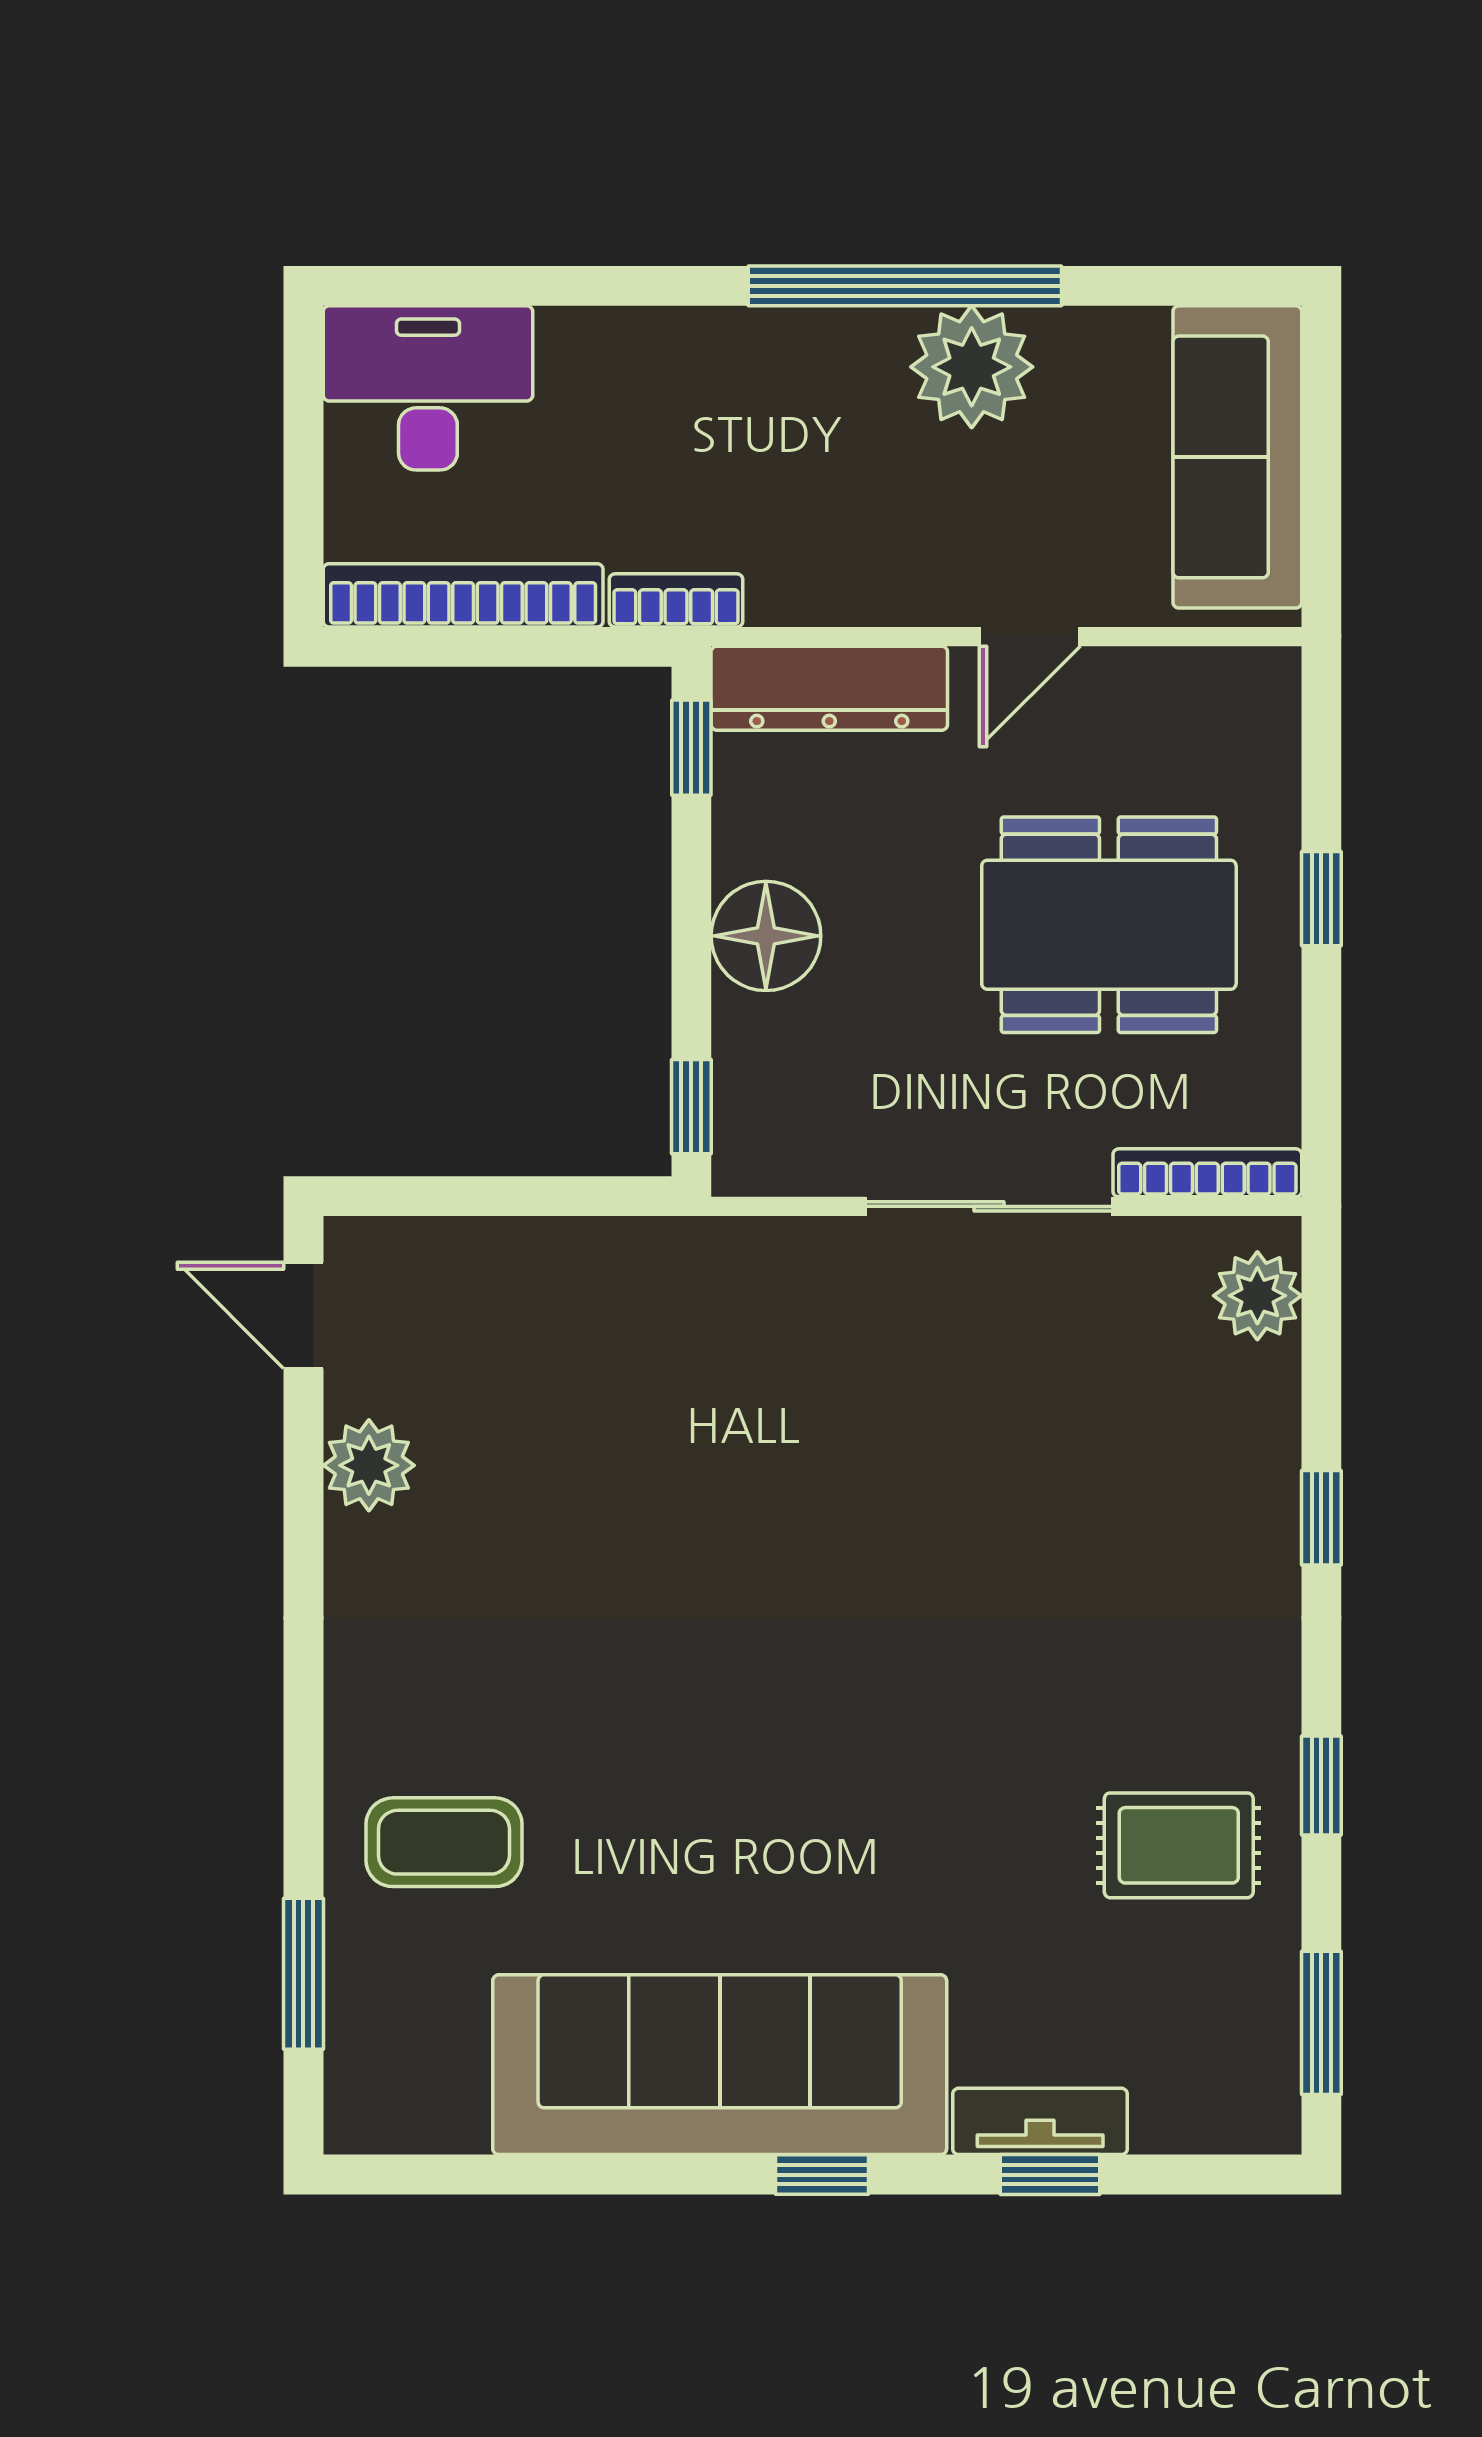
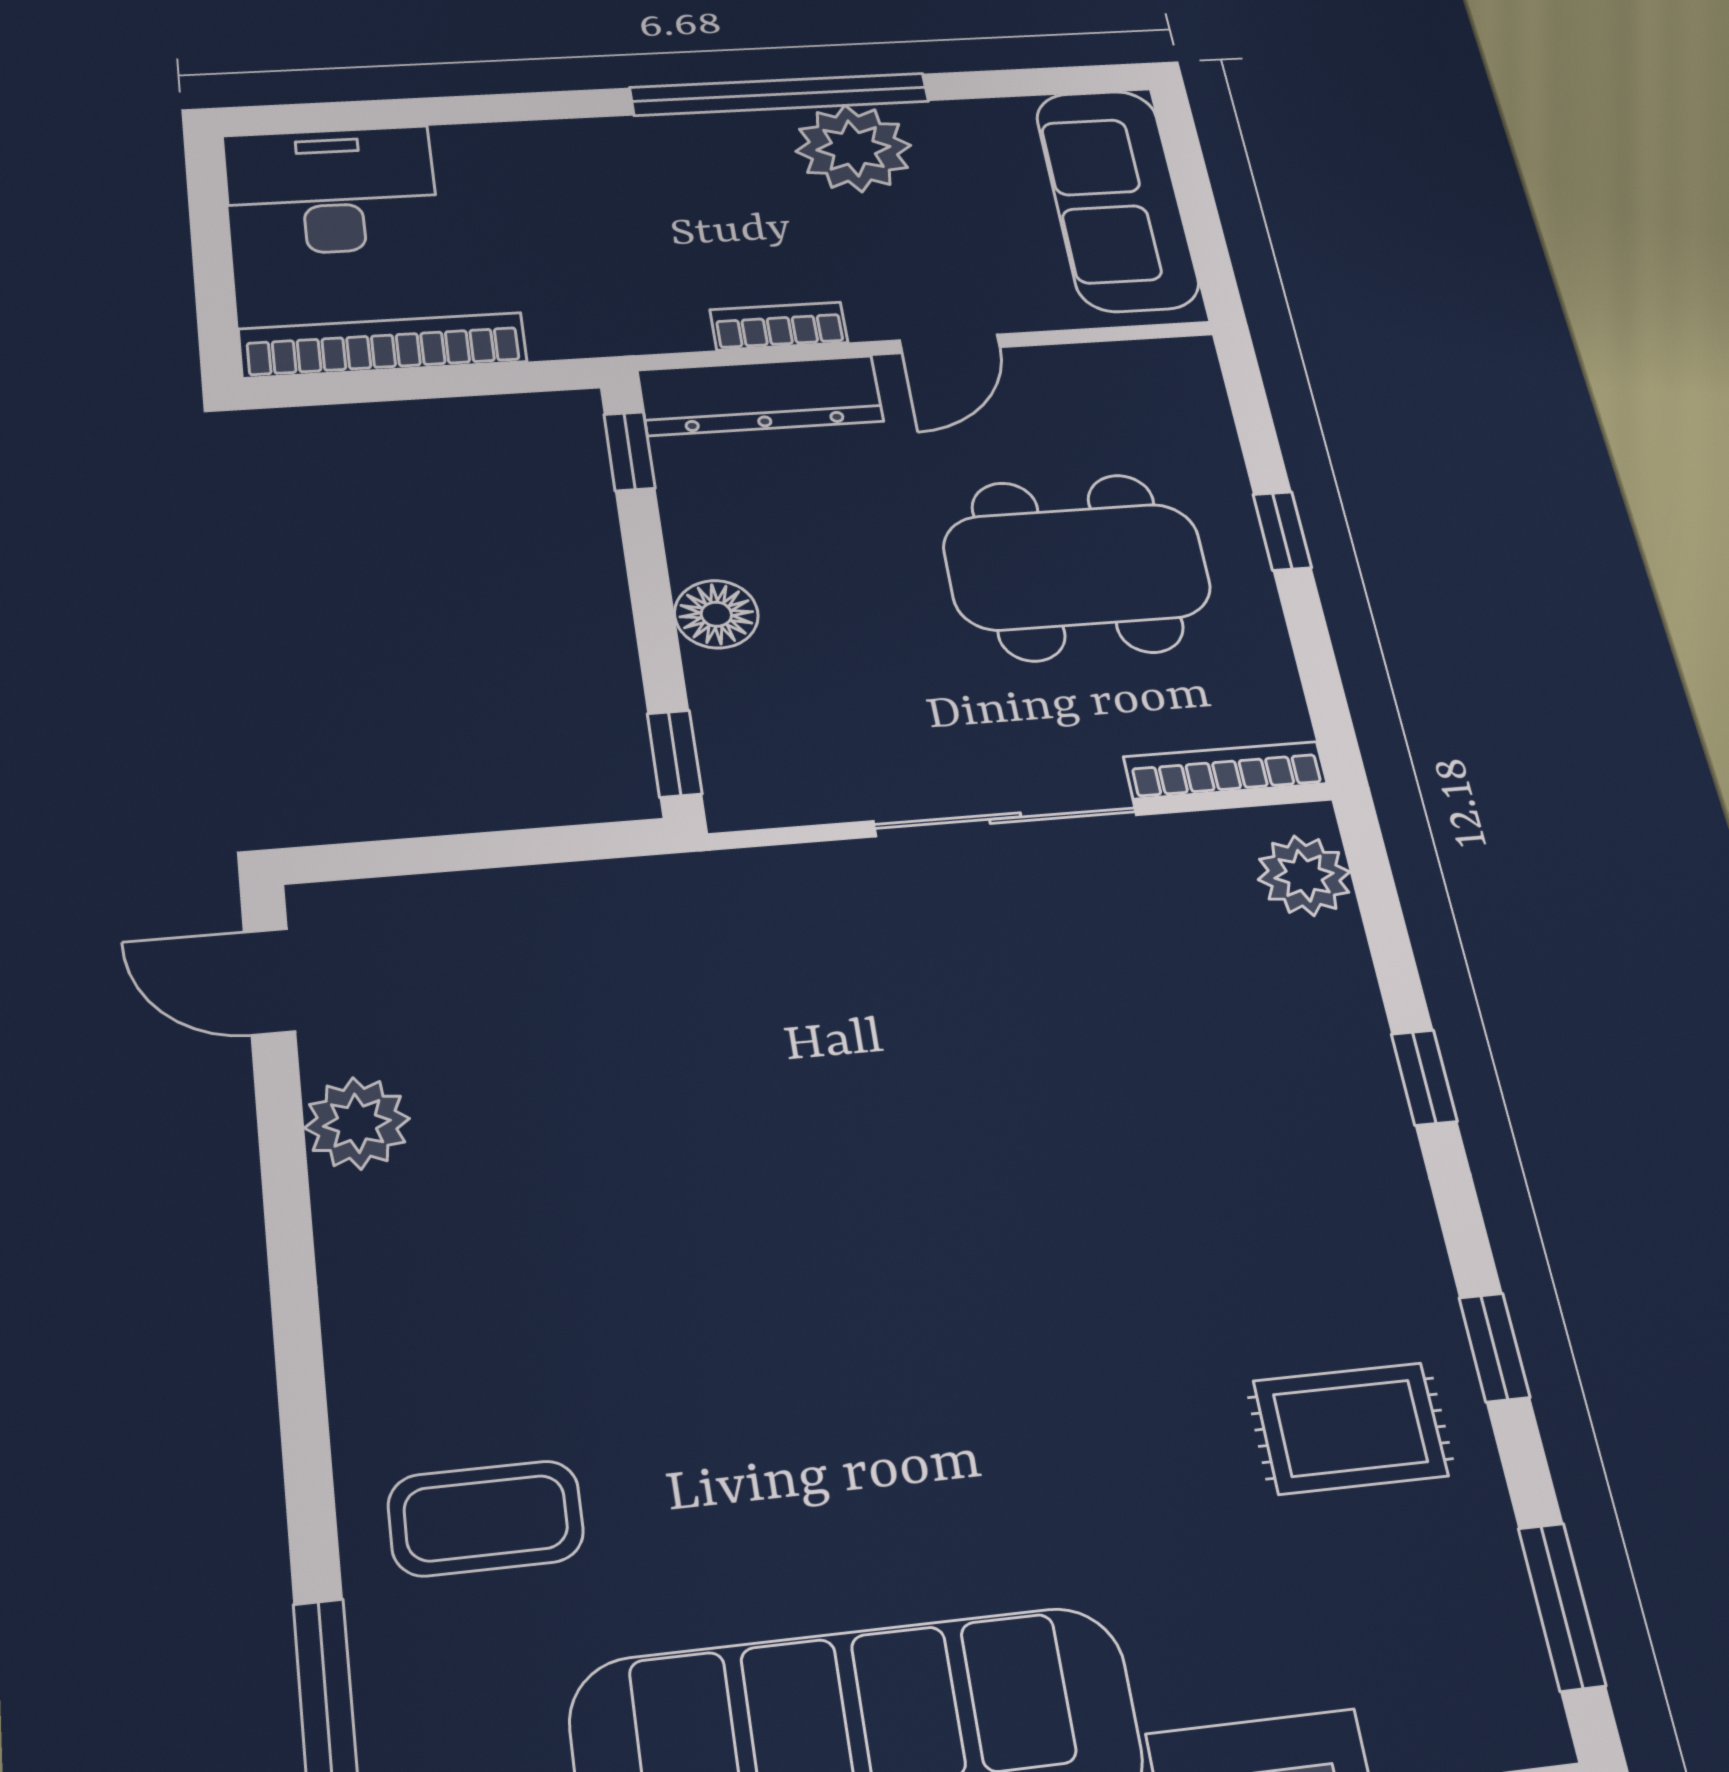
bookcase: (676, 600) -> (779, 326), moved
floor lamp: (766, 936) -> (716, 614), width x0.73, depth x0.73

